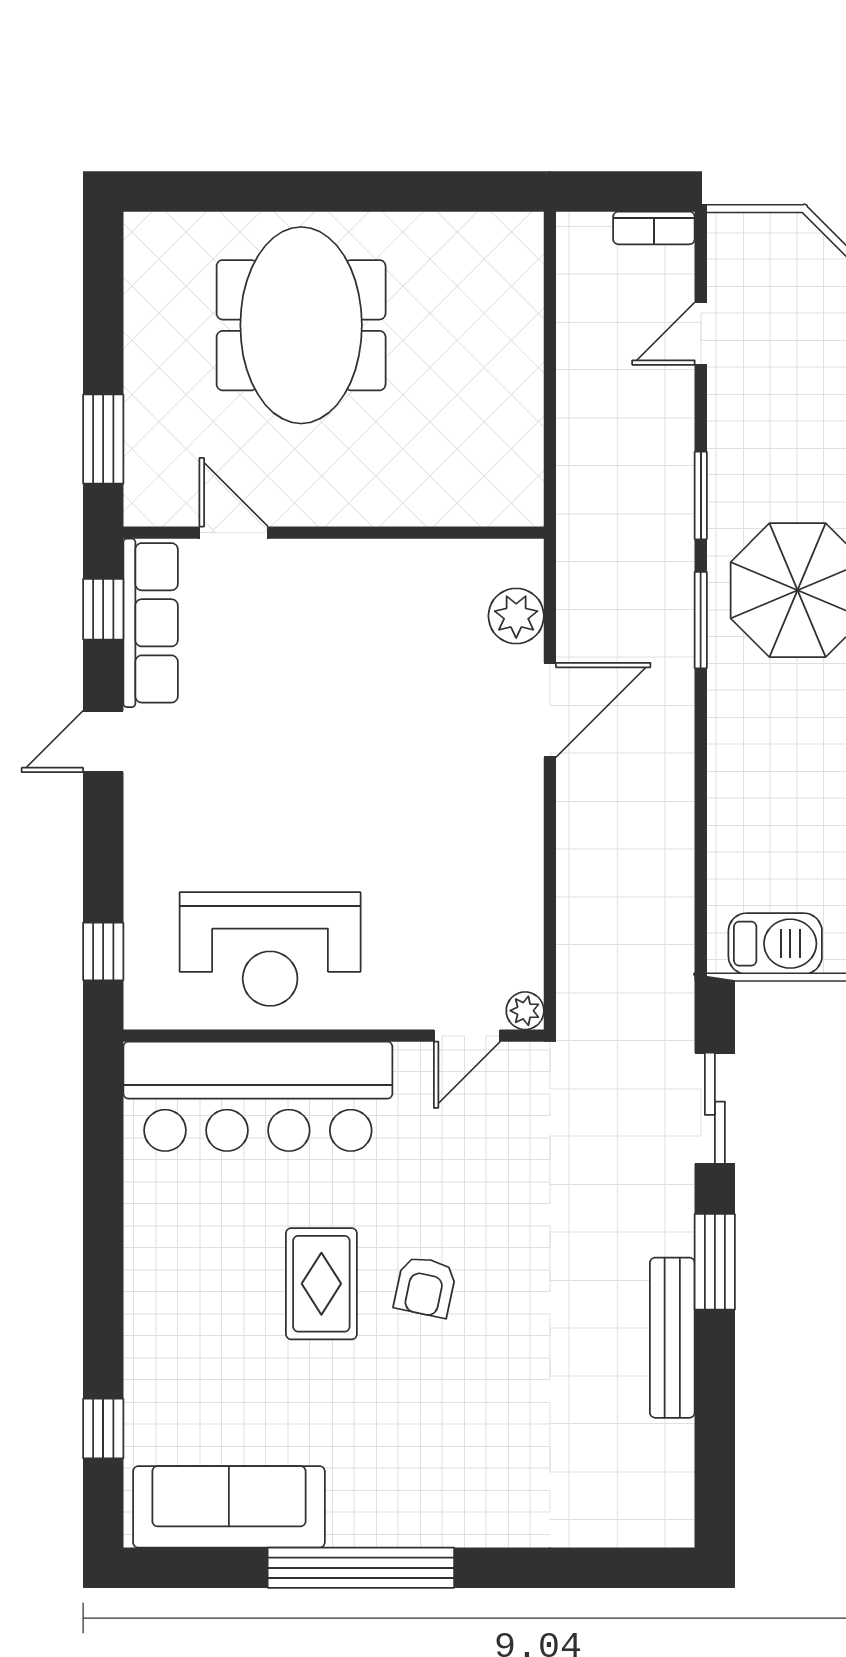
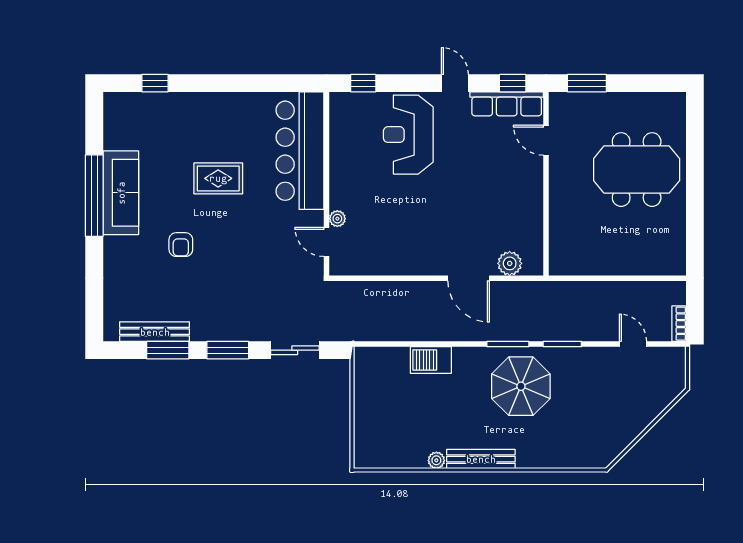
door: (234, 533) -> (546, 140), swing flipped
barbecue: (775, 944) -> (431, 360), moved, turned 90
reception desk: (270, 949) -> (408, 135), moved
plant: (525, 1011) -> (337, 219), moved
armchair: (425, 1287) -> (181, 245), moved, turned -102
bench: (672, 1338) -> (155, 332), moved
window: (715, 1399) -> (168, 350), added
sofa: (229, 1507) -> (121, 193), moved

